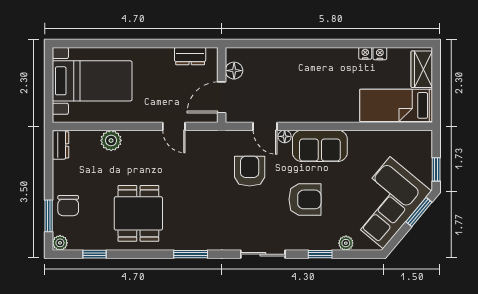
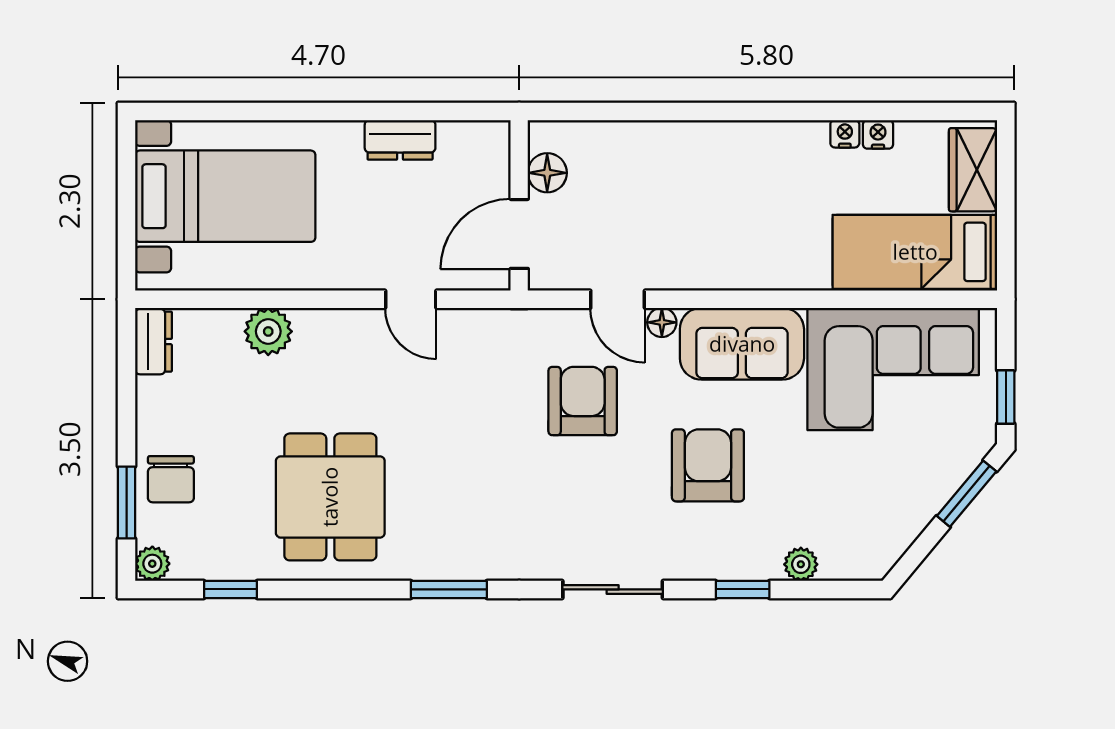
dresser: (190, 56) -> (400, 140), moved
armchair: (305, 199) -> (708, 465), turned -90
corner sofa: (387, 203) -> (893, 369), moved, turned -130

